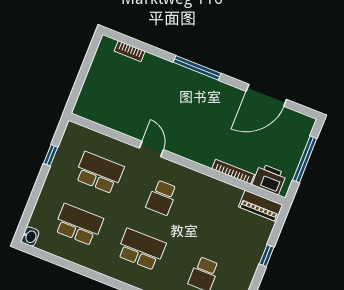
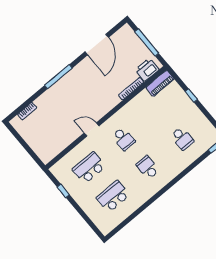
washbasin: (30, 236) -> (105, 229), removed
school desk: (141, 249) -> (148, 167), width x0.54

